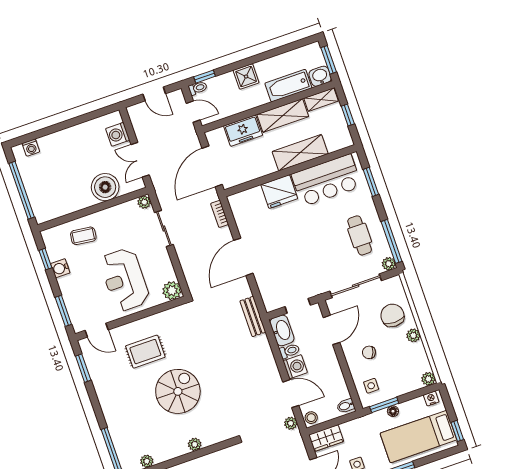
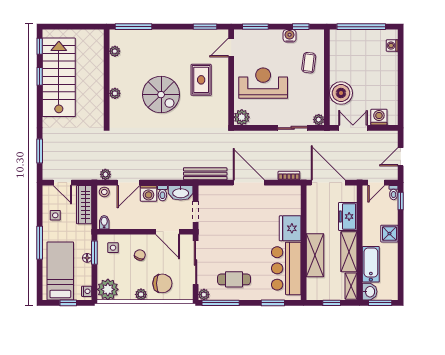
bench: (253, 316) -> (205, 174), width x1.36
plant: (428, 379) -> (108, 289), width x1.87, depth x1.87
window: (457, 431) -> (68, 303), moved
wardrobe: (326, 438) -> (84, 205), width x1.50

